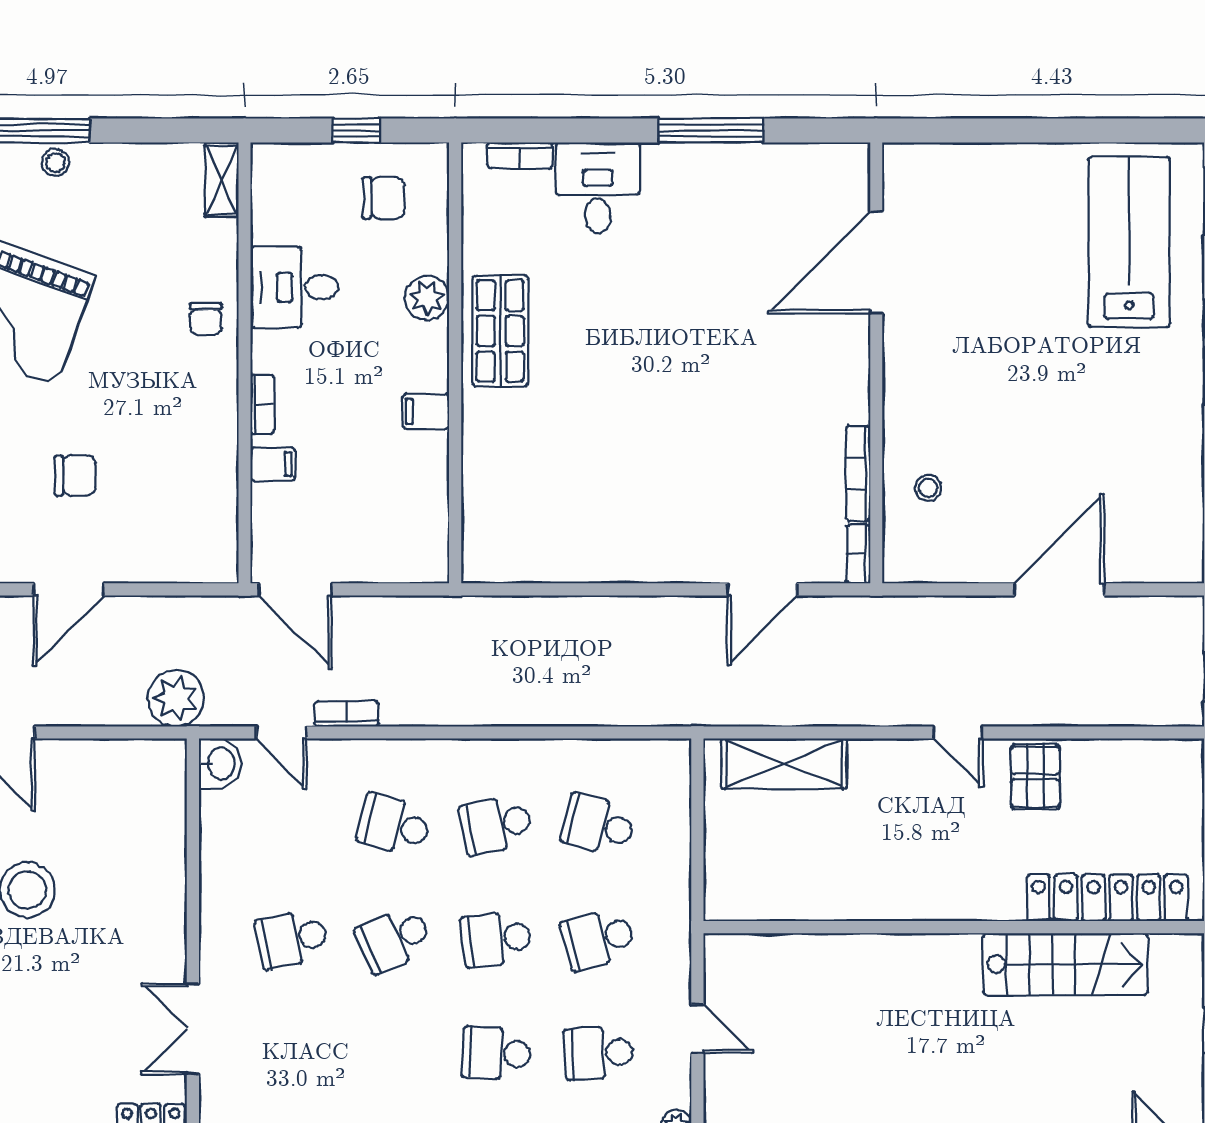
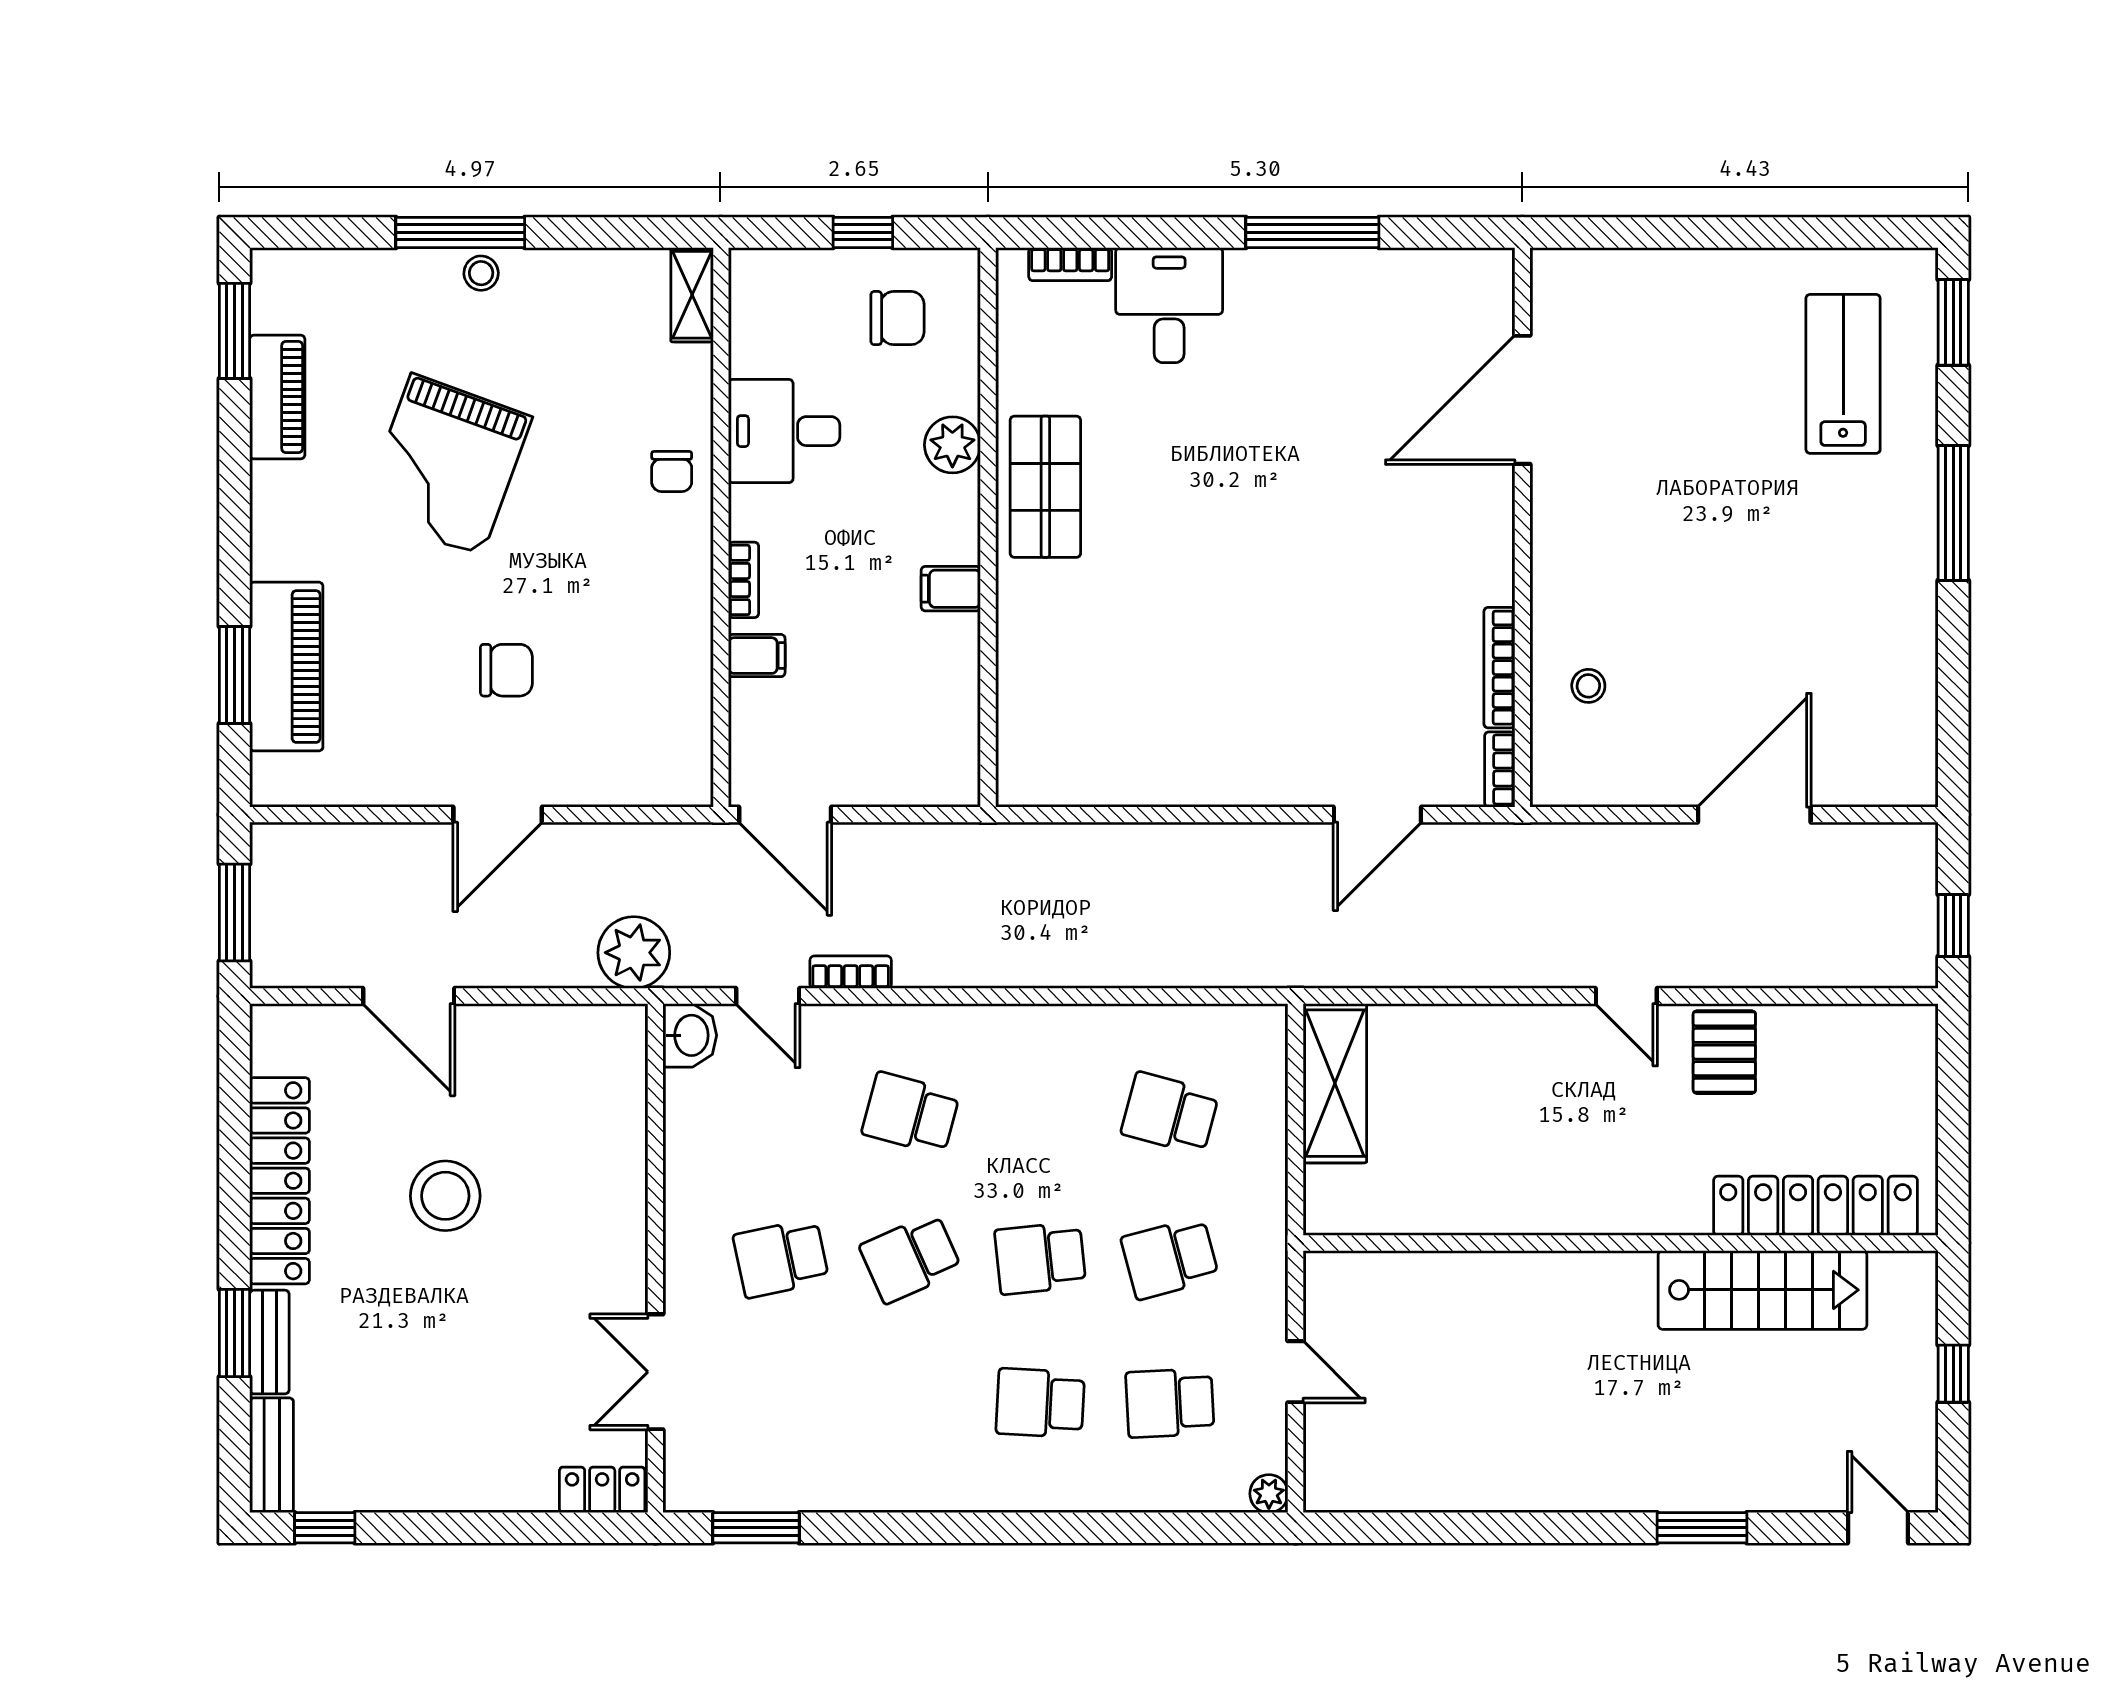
lab bench: (1129, 242) -> (1843, 374), width x0.73, depth x0.72
shelving: (784, 764) -> (1335, 1083), moved, turned 90
school desk: (496, 825) -> (1040, 1113), removed

